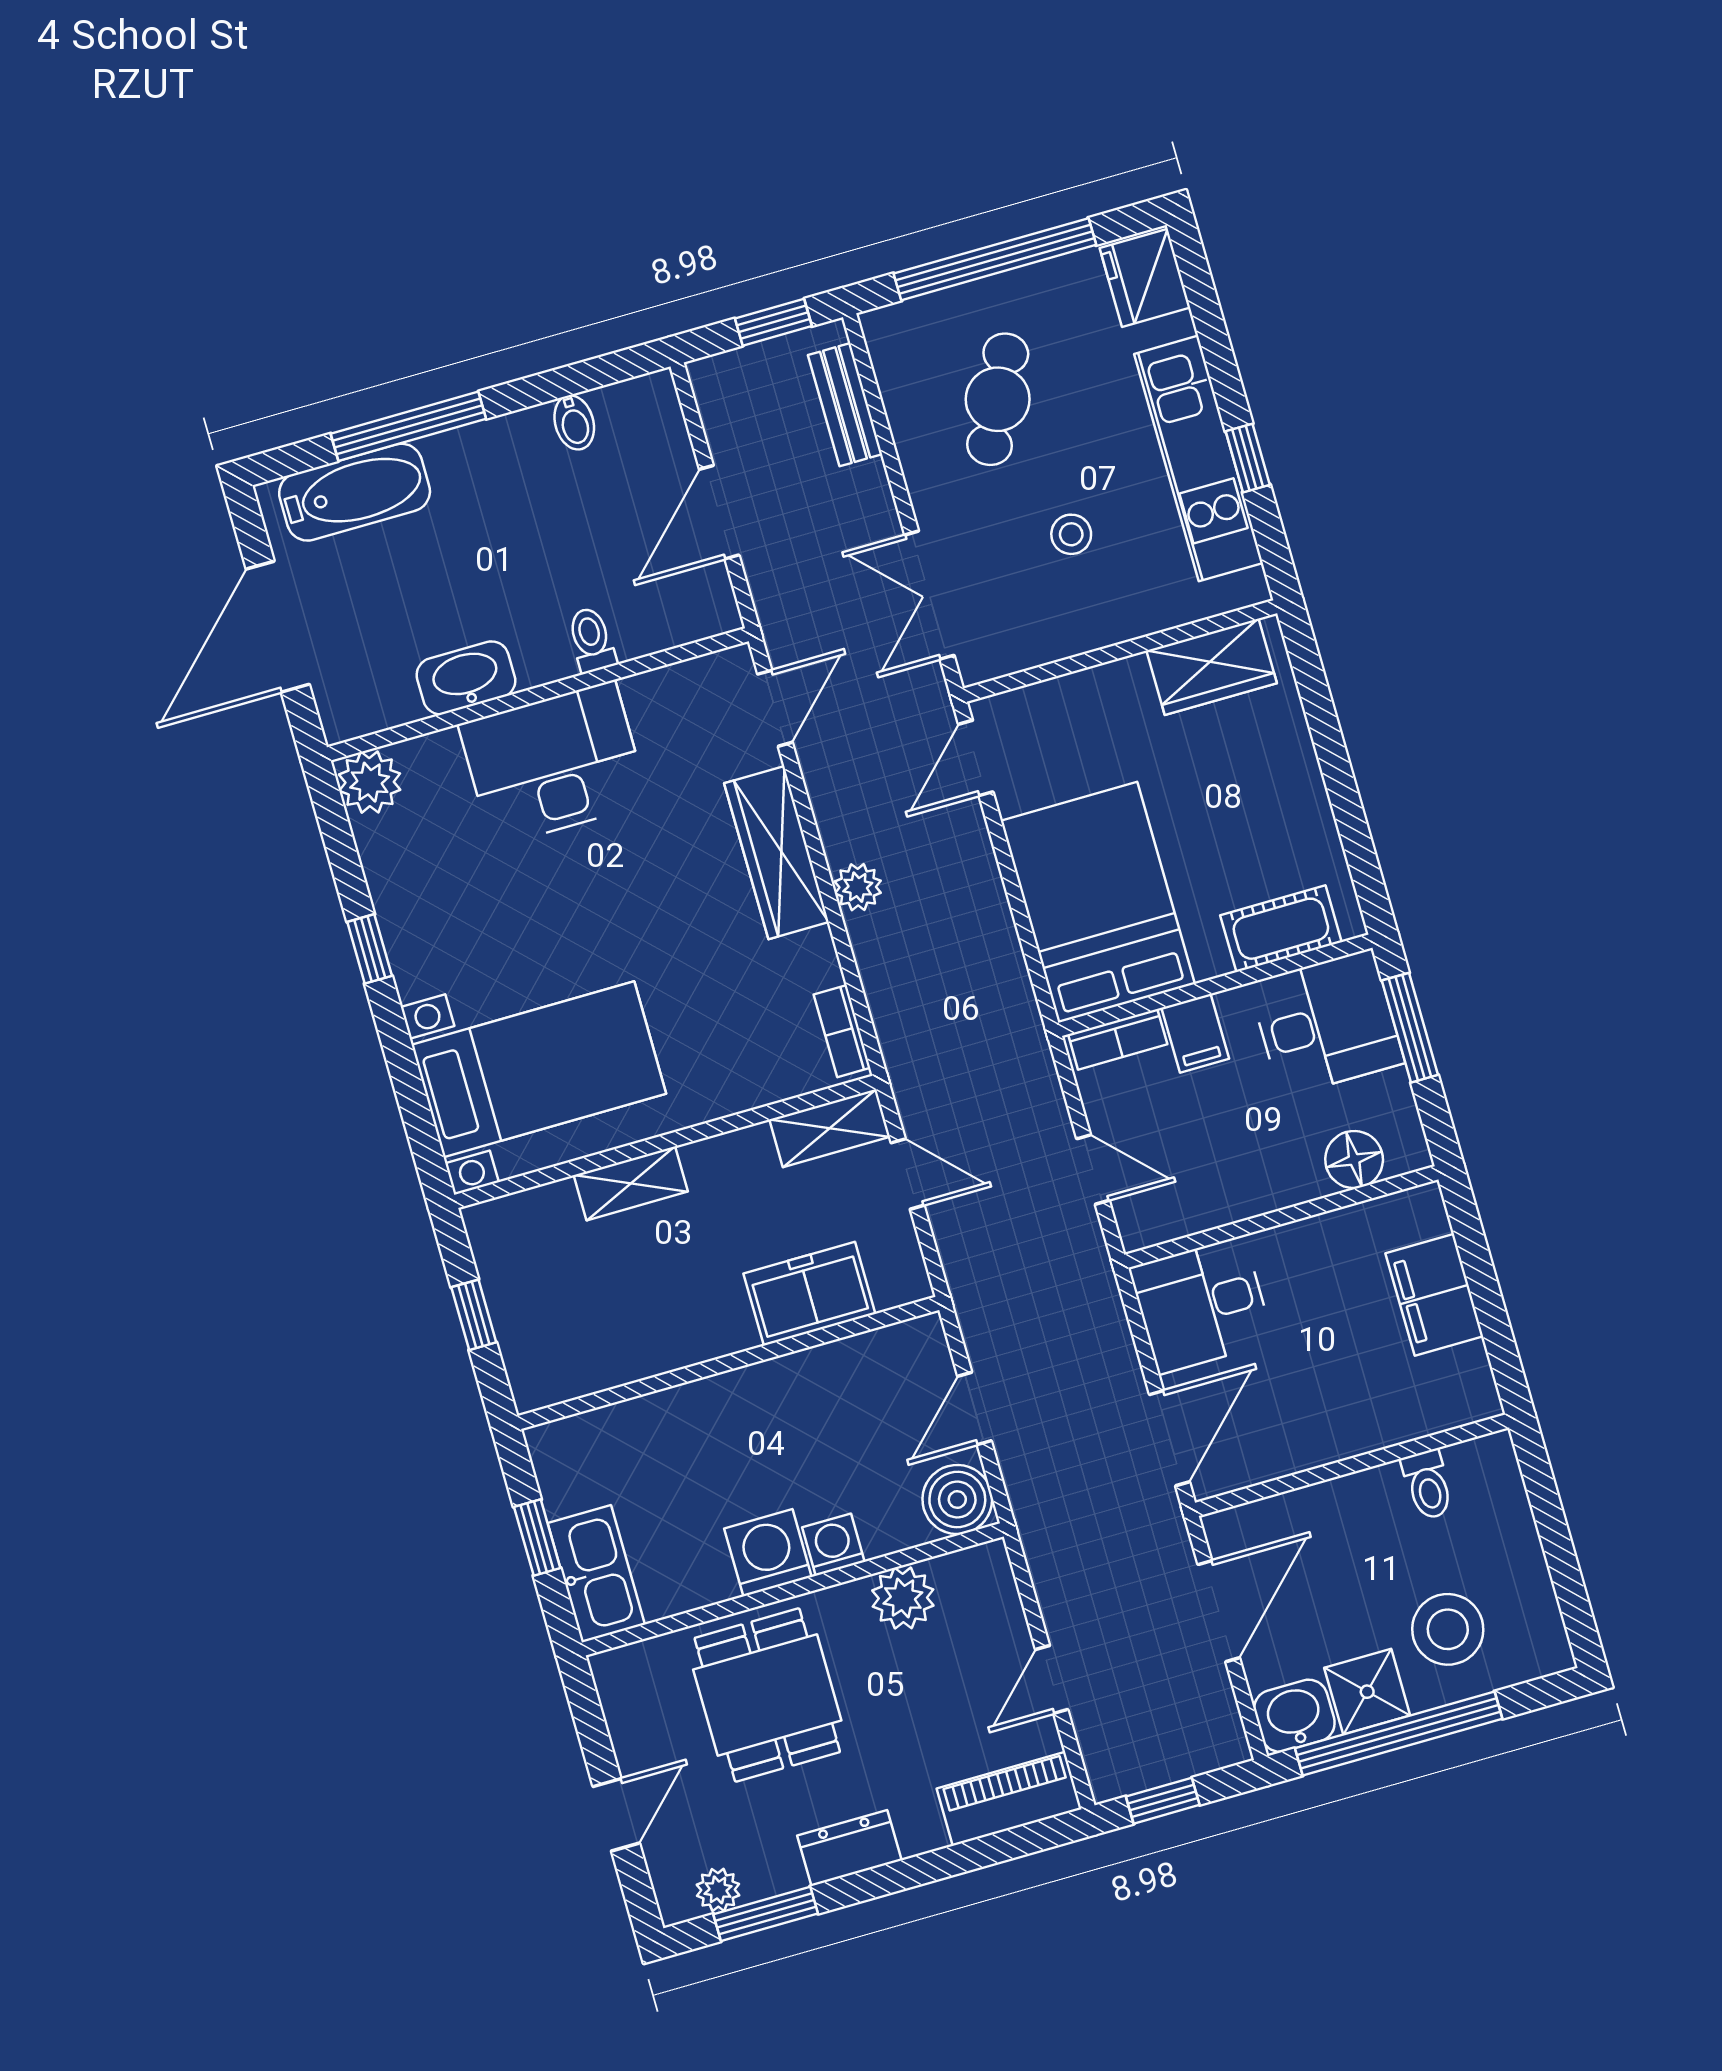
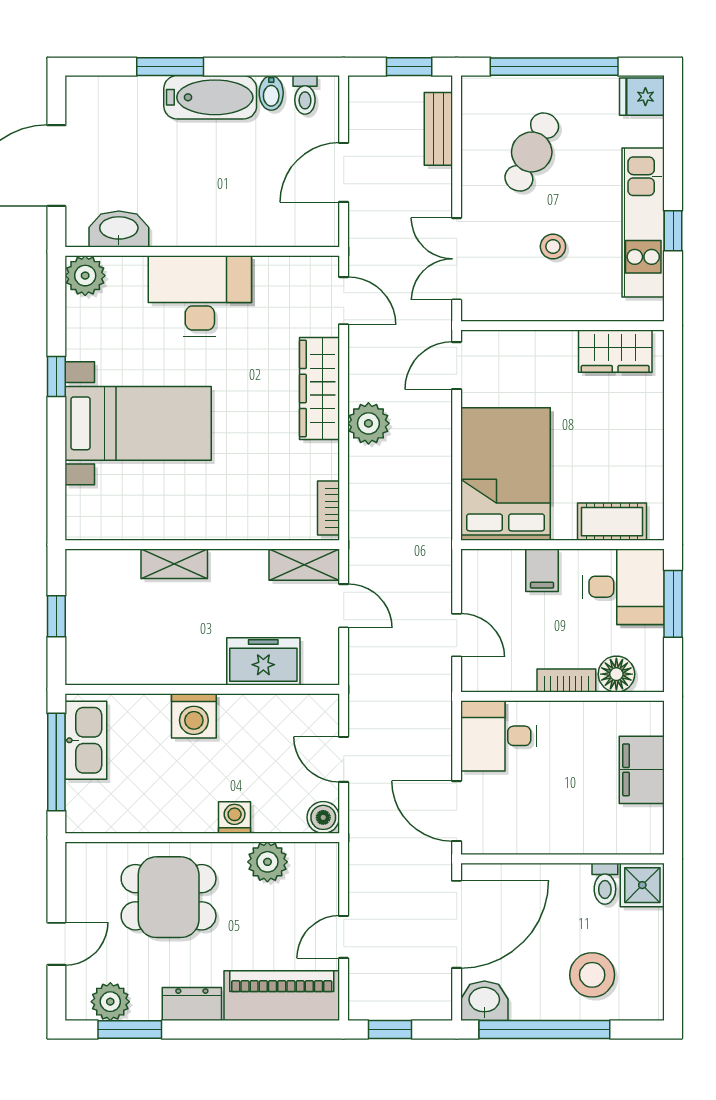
fridge: (1145, 278) -> (642, 97), width x0.72
window: (408, 426) -> (170, 67), width x0.69
bathtub: (355, 492) -> (210, 97), moved
toilet: (592, 640) -> (305, 95), moved, turned 180
washbasin: (466, 678) -> (119, 229), moved
door: (775, 708) -> (344, 301), hinge flipped
plant: (858, 887) -> (368, 423), width x1.38, depth x1.38
bookcase: (1118, 1039) -> (566, 681), moved, turned 180
bed with nightstands: (539, 1069) -> (138, 423), moved
door: (974, 1408) -> (344, 759), hinge flipped
door: (1170, 1438) -> (457, 811), swing flipped
boiler: (957, 1500) -> (323, 817), width x0.73, depth x0.73
window: (537, 1537) -> (56, 762), width x2.17
washing machine: (768, 1553) -> (194, 716), moved, turned 180
kitchen sink: (596, 1574) -> (86, 740), moved
door: (1219, 1611) -> (457, 924), width x1.36
shower: (1367, 1692) -> (642, 885), moved
dining table: (767, 1695) -> (169, 897), turned 90
piano: (1009, 1799) -> (282, 996), width x1.37, depth x1.33
plant: (718, 1890) -> (110, 1002), width x1.38, depth x1.38

